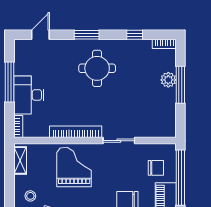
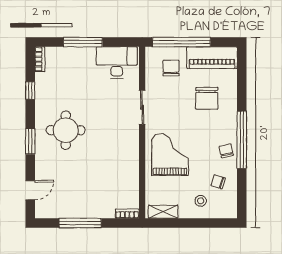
door: (40, 35) -> (30, 190), swing flipped
plant: (168, 80) -> (78, 55), removed
desk: (29, 95) -> (117, 63), moved, turned 180
bookcase: (76, 132) -> (133, 153), removed
grand piano: (74, 167) -> (170, 155), turned 90

